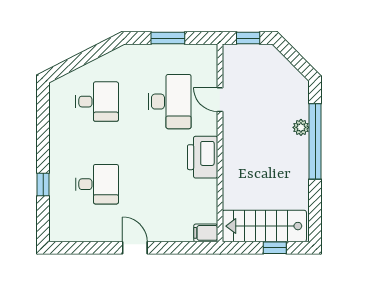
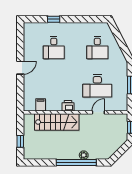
printer: (203, 157) -> (68, 106), width x0.53, depth x0.68
stairs: (264, 226) -> (57, 122), moved, turned 90
filing cabinet: (206, 233) -> (41, 105), moved

